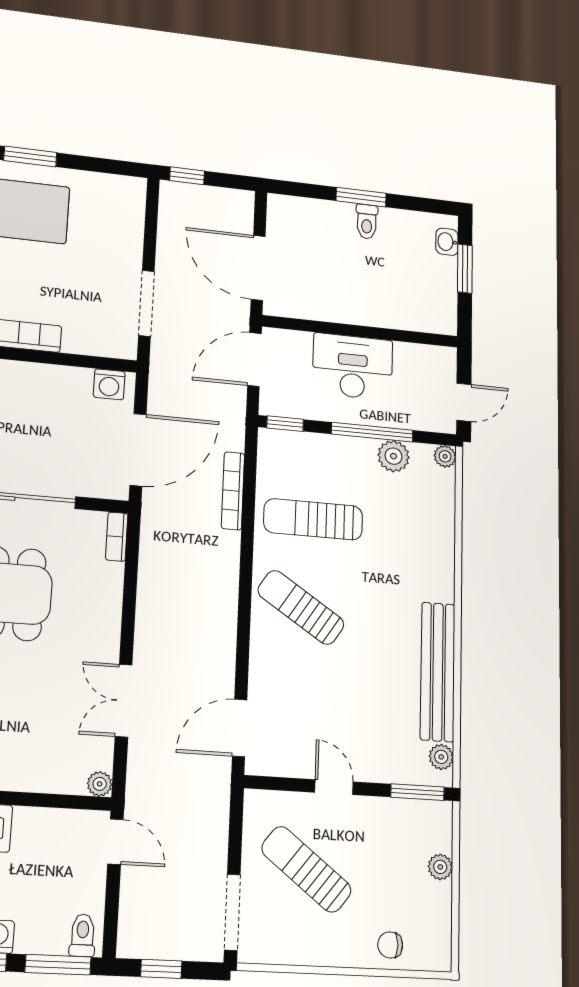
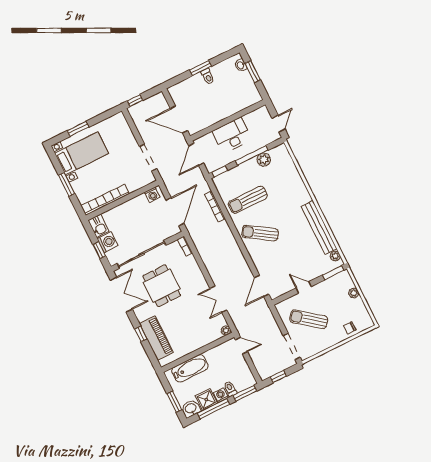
plant: (445, 456) -> (282, 148), removed
toilet: (83, 935) -> (230, 389), moved

